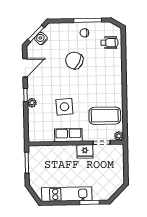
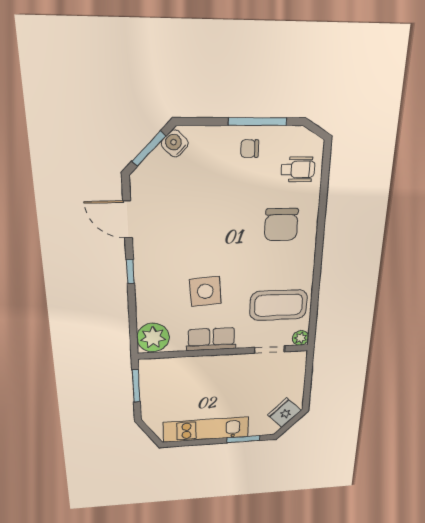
water cooler: (41, 38) -> (175, 143), moved
chair: (74, 60) -> (281, 225), moved, turned -117
door: (25, 68) -> (128, 219), swing flipped
plant: (32, 103) -> (153, 338), moved, width x1.88, depth x1.88
fridge: (85, 151) -> (284, 413), moved, turned 135

